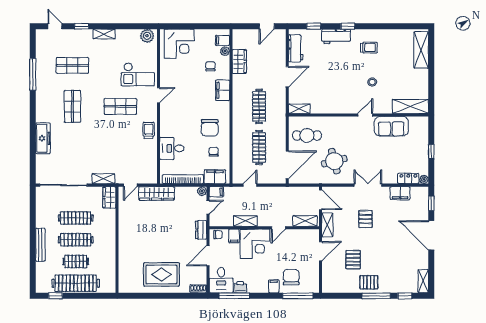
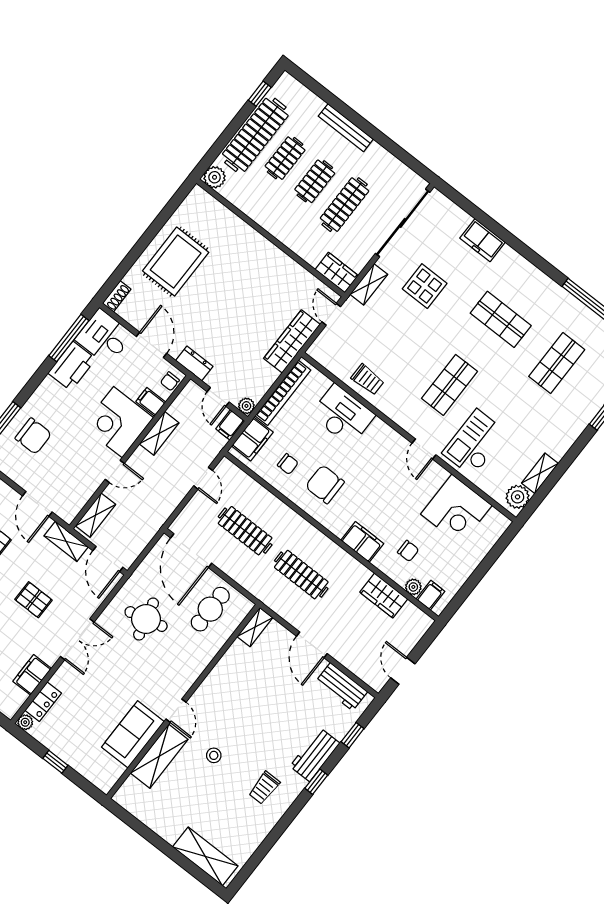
shelving: (104, 34) -> (540, 473), moved
corner desk: (179, 44) -> (456, 510), moved, turned -90
shelving: (410, 106) -> (159, 756), moved
trolley: (149, 130) -> (368, 379), moved
freezer: (43, 138) -> (483, 240), width x0.71
desk: (172, 148) -> (343, 415), width x1.37
display table: (84, 153) -> (425, 286), added
door: (321, 200) -> (108, 559), hinge flipped
door: (278, 228) -> (115, 471), swing flipped
clothes rail: (76, 240) -> (315, 181), width x0.73
filing cabinet: (274, 286) -> (40, 402), removed
plant: (109, 287) -> (215, 177), added
printer: (240, 287) -> (72, 366), width x1.87, depth x1.48

